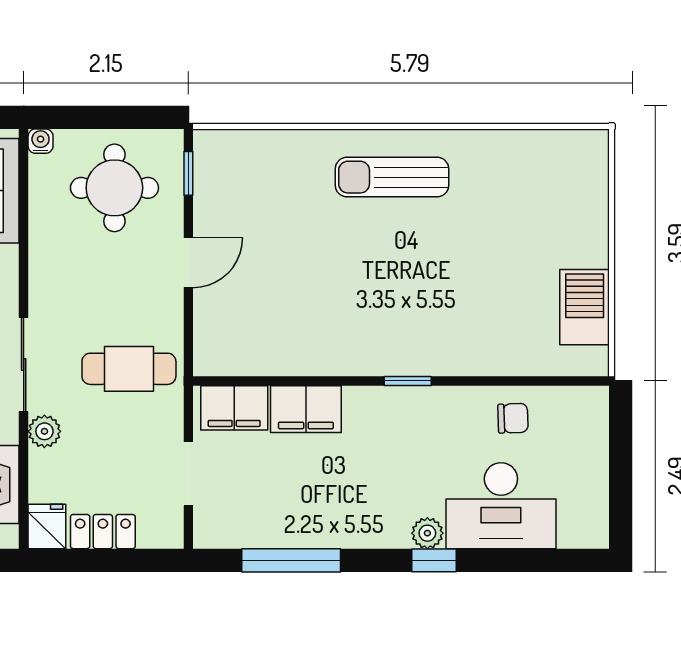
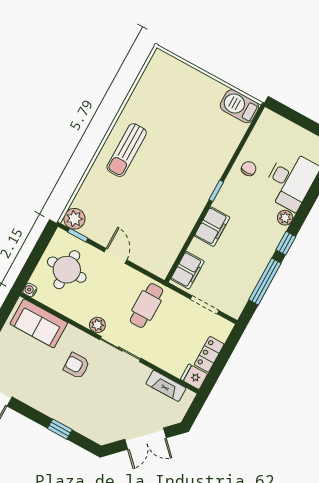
plant: (215, 151) -> (74, 219), added
barbecue: (585, 307) -> (239, 106), moved
filing cabinet: (306, 409) -> (212, 227), moved
chair: (513, 418) -> (249, 169), moved
plant: (44, 431) -> (97, 325), moved
window: (434, 560) -> (286, 243), moved

